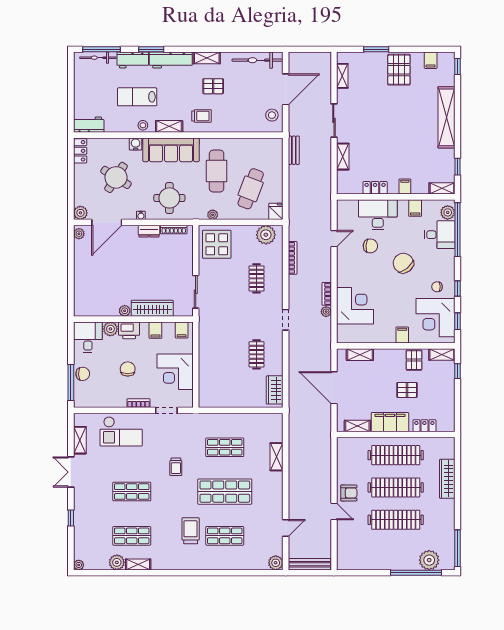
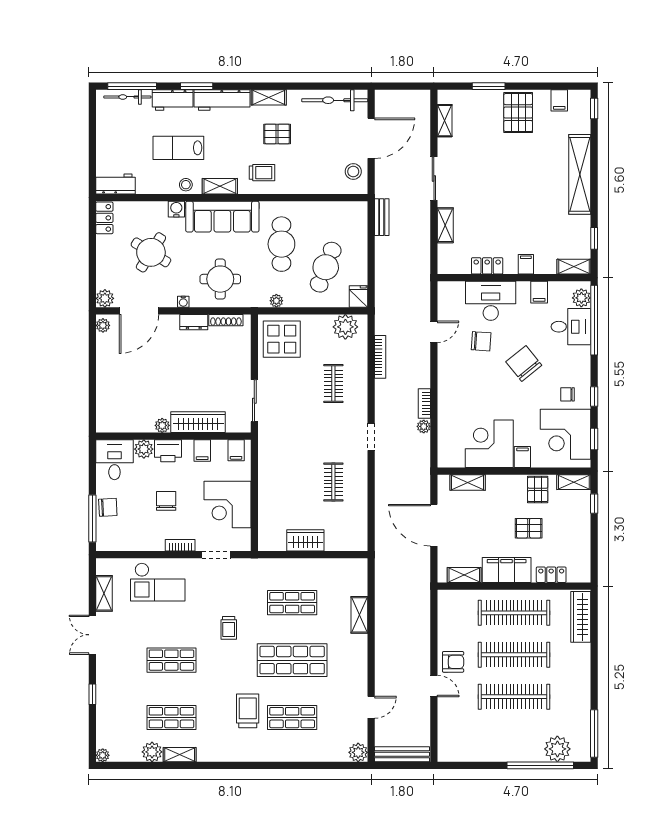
corner desk: (355, 306) -> (489, 444), moved, turned -90
wardrobe: (275, 390) -> (305, 540), moved, turned 90
wardrobe: (447, 479) -> (581, 617), moved

